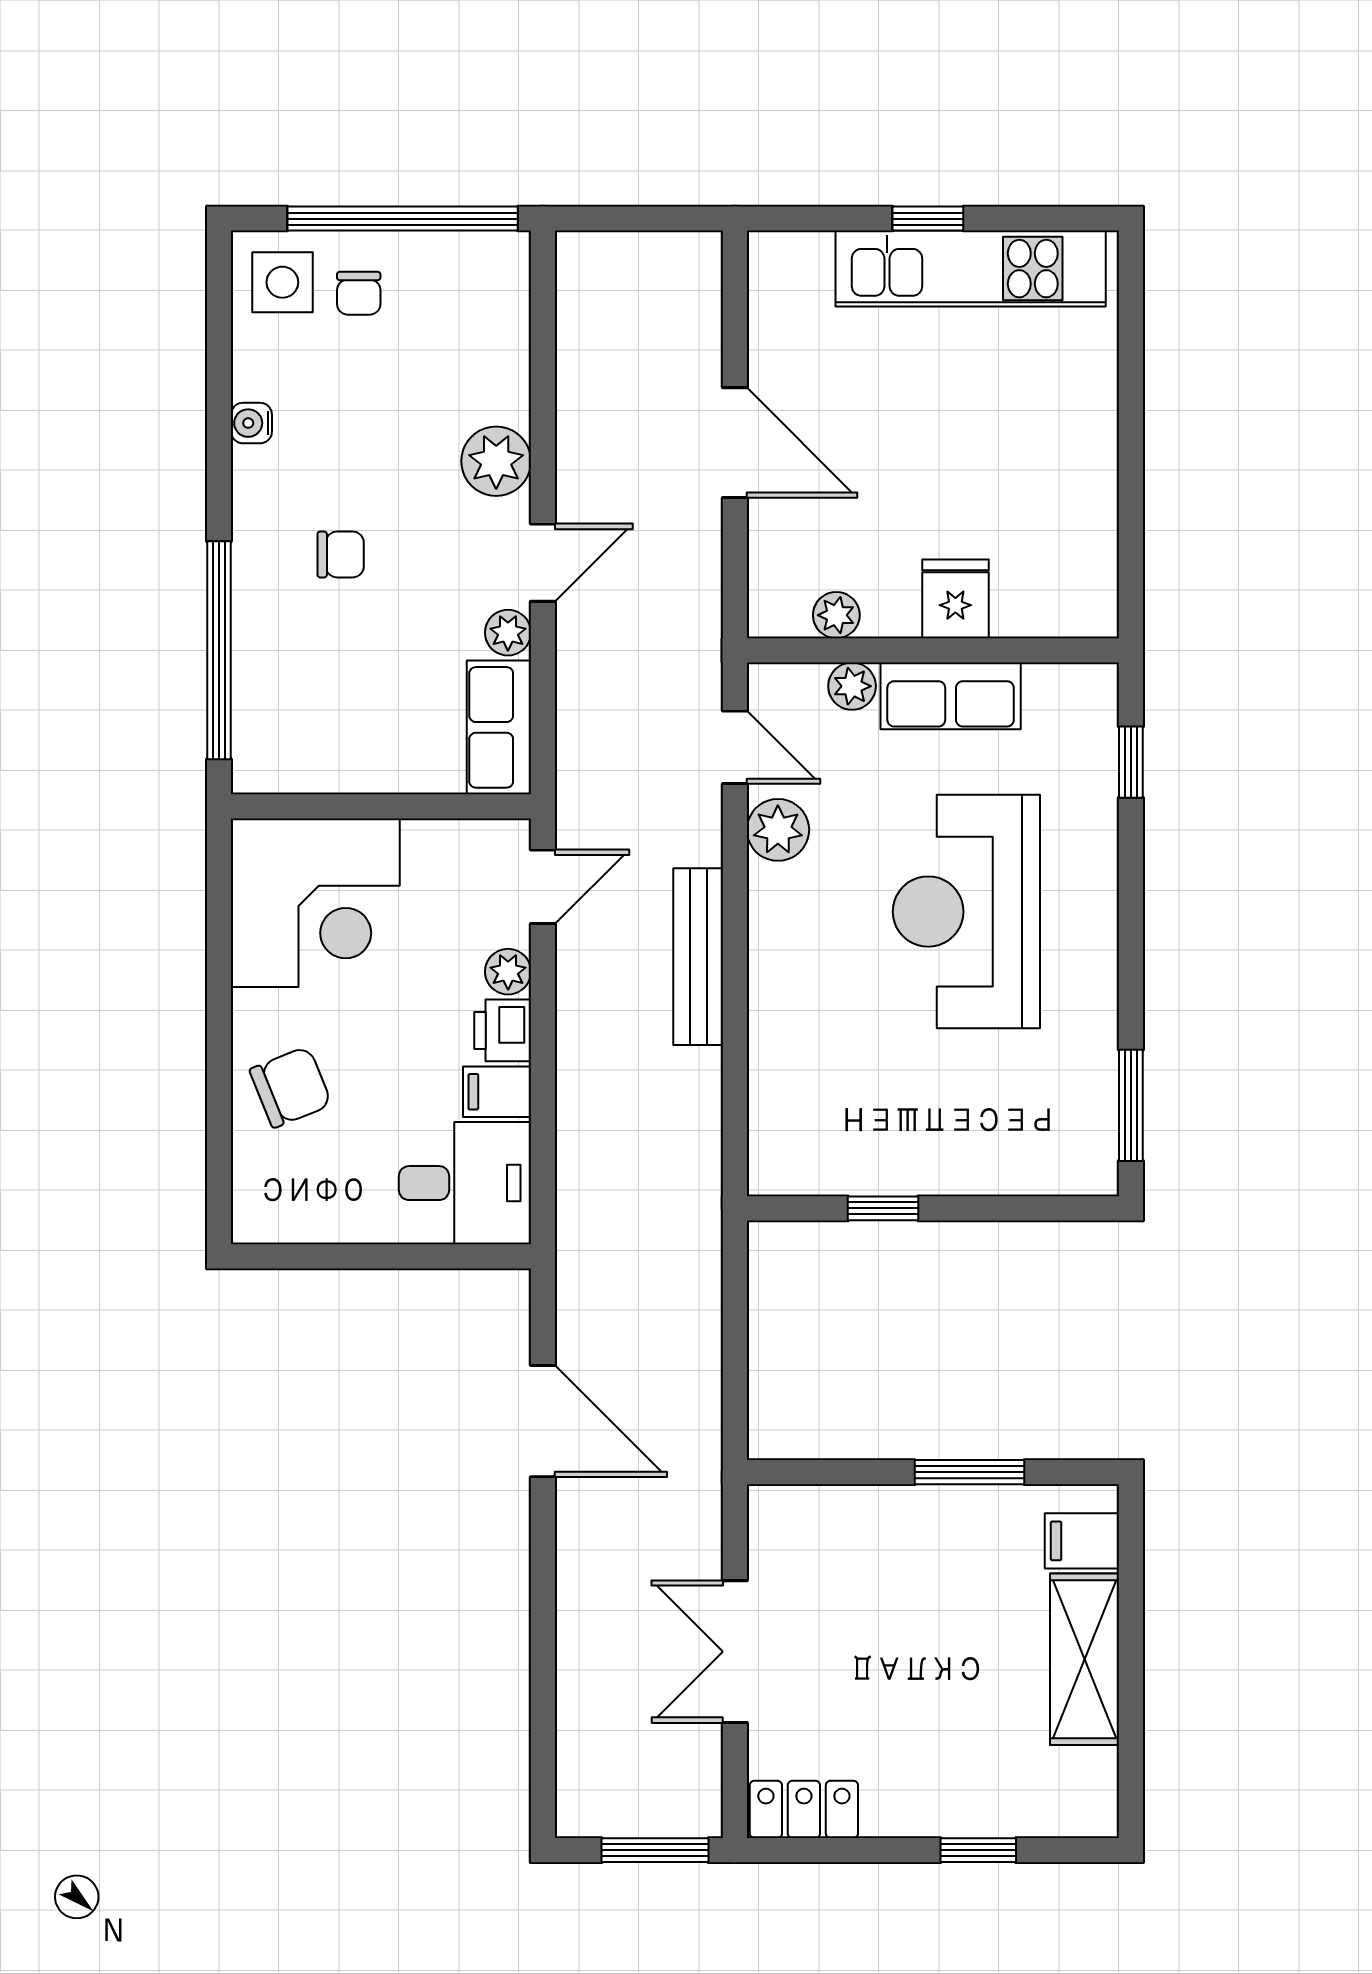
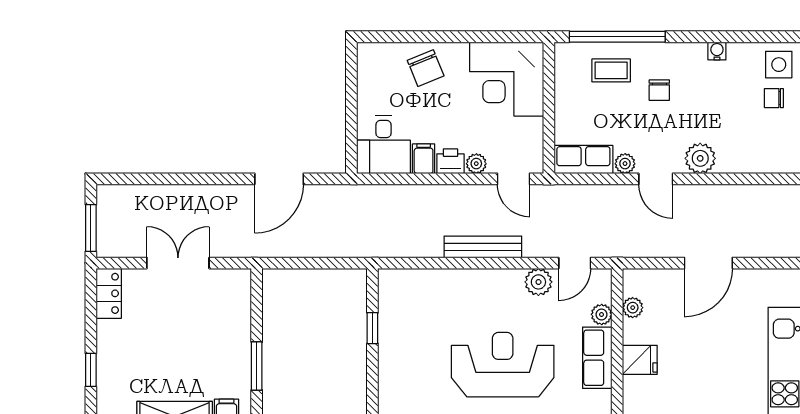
coffee table: (296, 664) -> (611, 70), added

